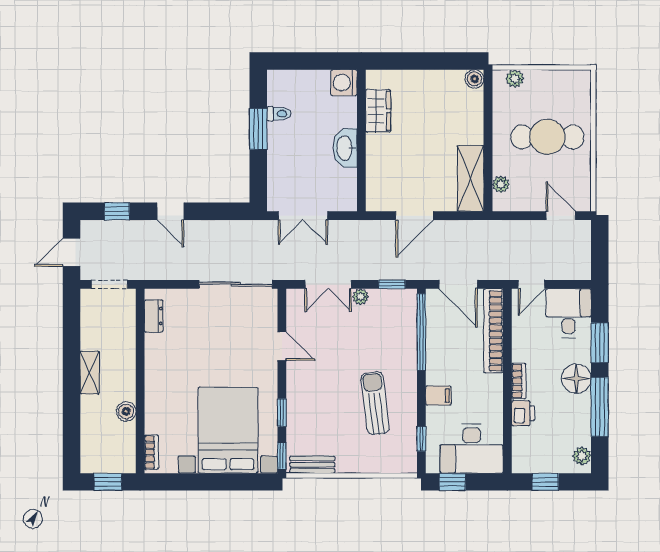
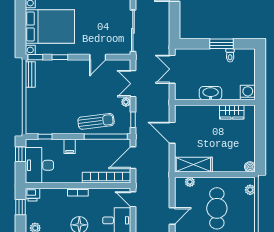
sun lounger: (375, 403) -> (96, 121), moved
printer: (523, 413) -> (33, 195), moved

